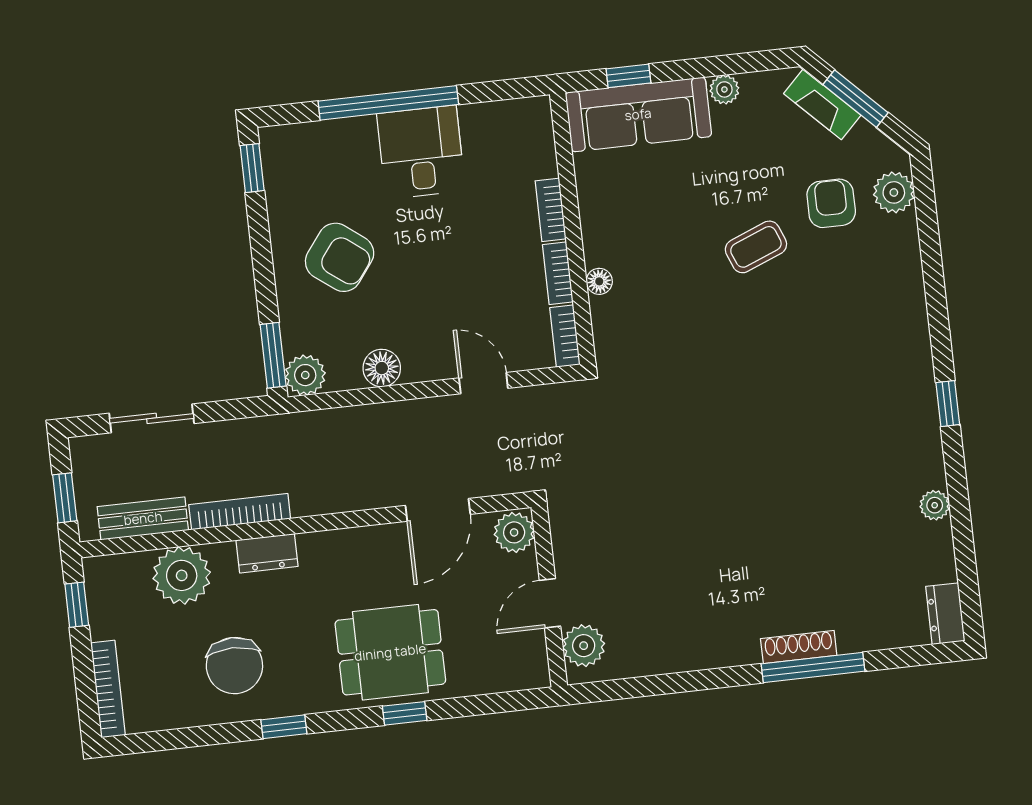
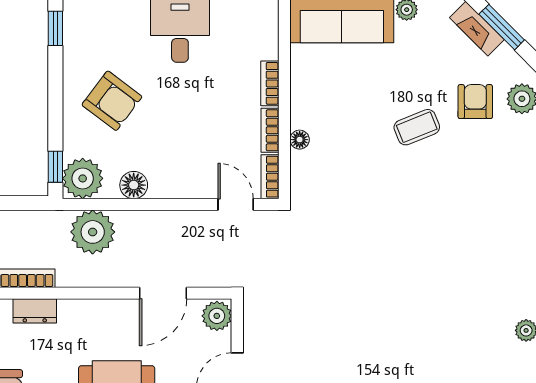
window: (273, 355) -> (55, 167), width x0.67
plant: (305, 375) -> (83, 178), width x1.36, depth x1.36
door: (483, 383) -> (236, 204), moved
plant: (333, 438) -> (93, 232), added

